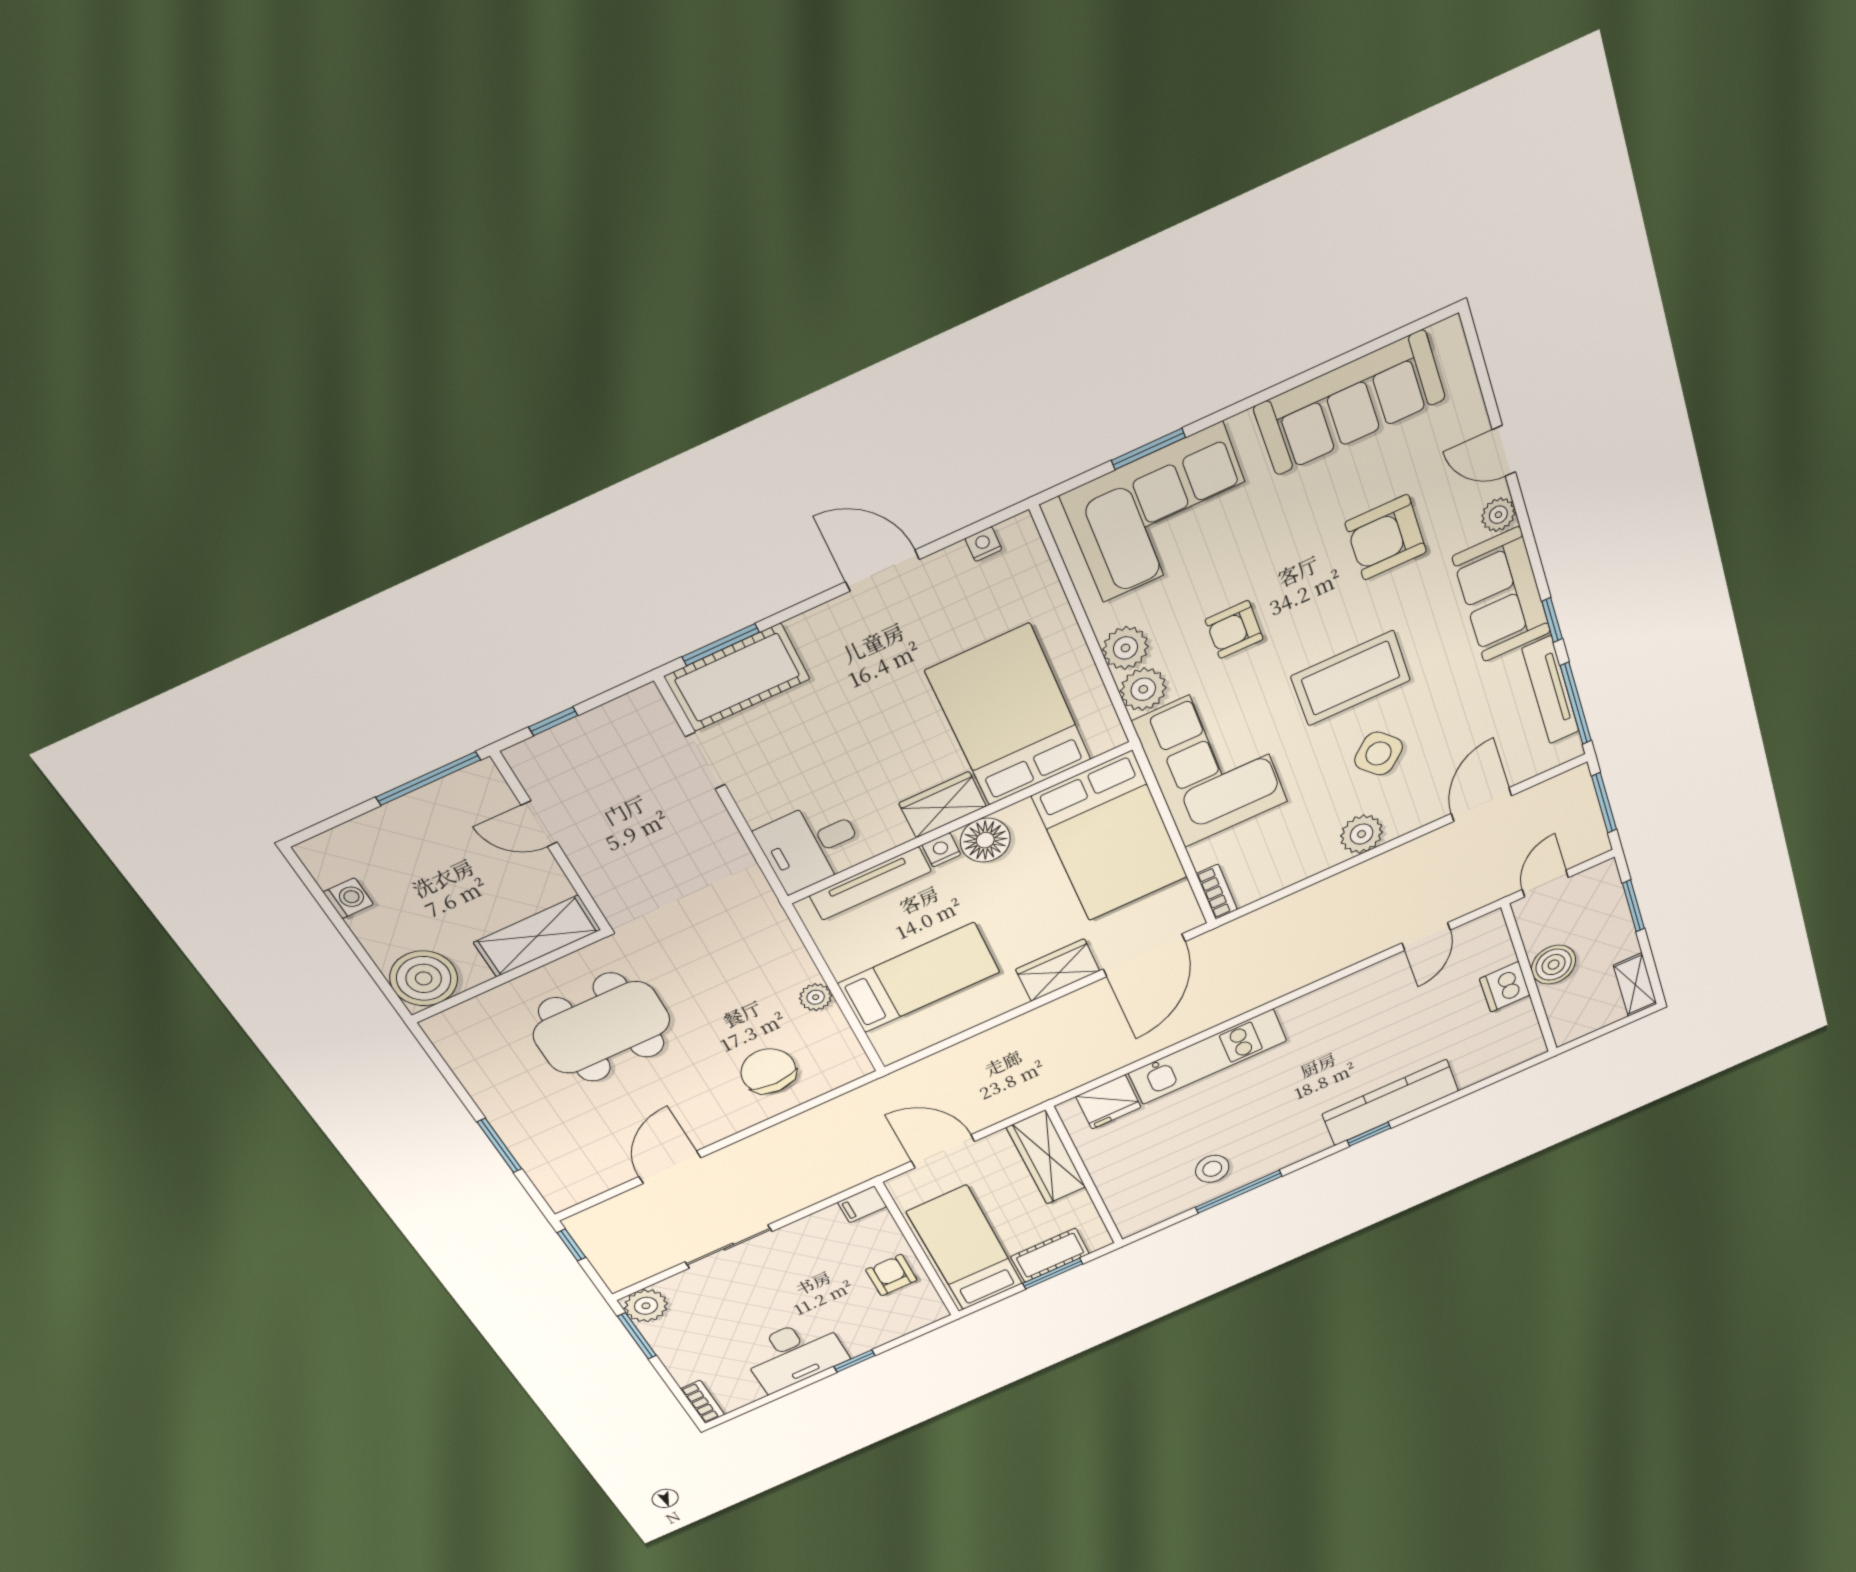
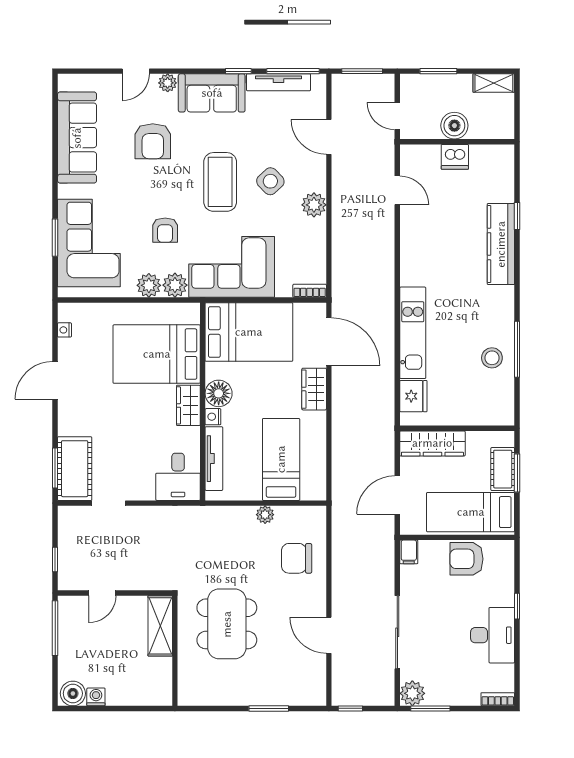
boiler: (424, 978) -> (73, 693), moved, width x0.73, depth x0.73
window: (1369, 1134) -> (517, 216), moved
sliding door: (729, 1247) -> (397, 632), width x1.37
armchair: (891, 1275) -> (467, 559), width x1.38, depth x1.38

